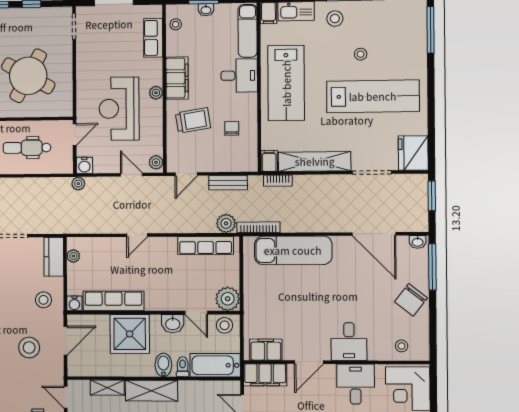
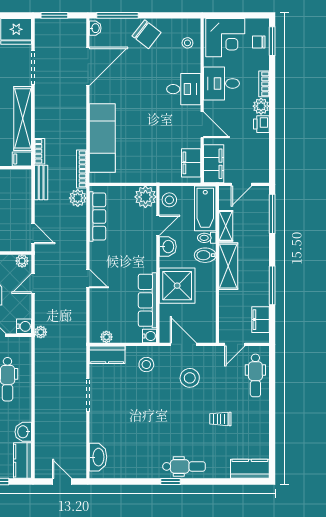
bench: (228, 183) -> (41, 183), moved
shelving: (107, 388) -> (226, 226), moved

